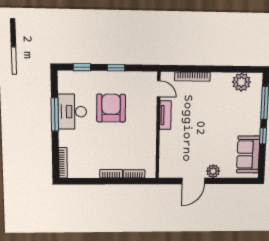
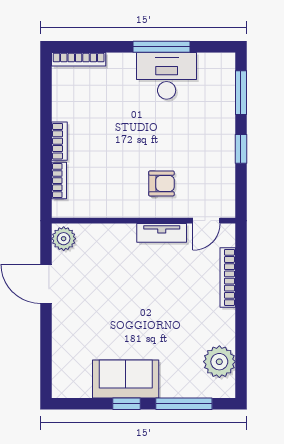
window: (82, 67) -> (241, 93), width x1.50
armchair: (111, 108) -> (161, 183), moved, width x0.53, depth x0.53
sofa: (248, 154) -> (126, 379), moved
plant: (213, 171) -> (64, 239), moved

